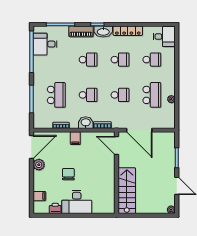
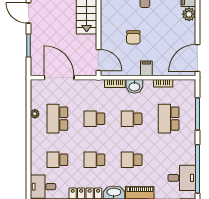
door: (139, 130) -> (59, 78), moved
plant: (39, 165) -> (189, 14), moved
chair: (68, 174) -> (133, 37), moved

